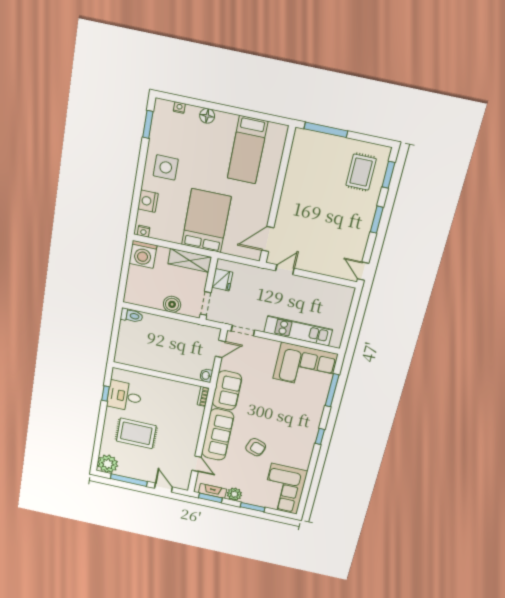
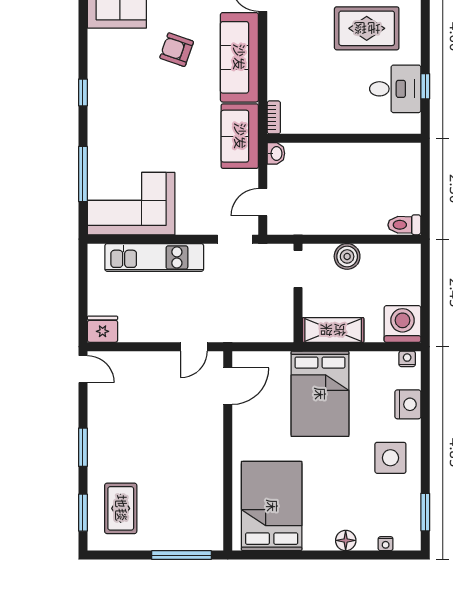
bed: (248, 150) -> (272, 506), width x1.50
fridge: (222, 280) -> (103, 329), moved, turned 90

